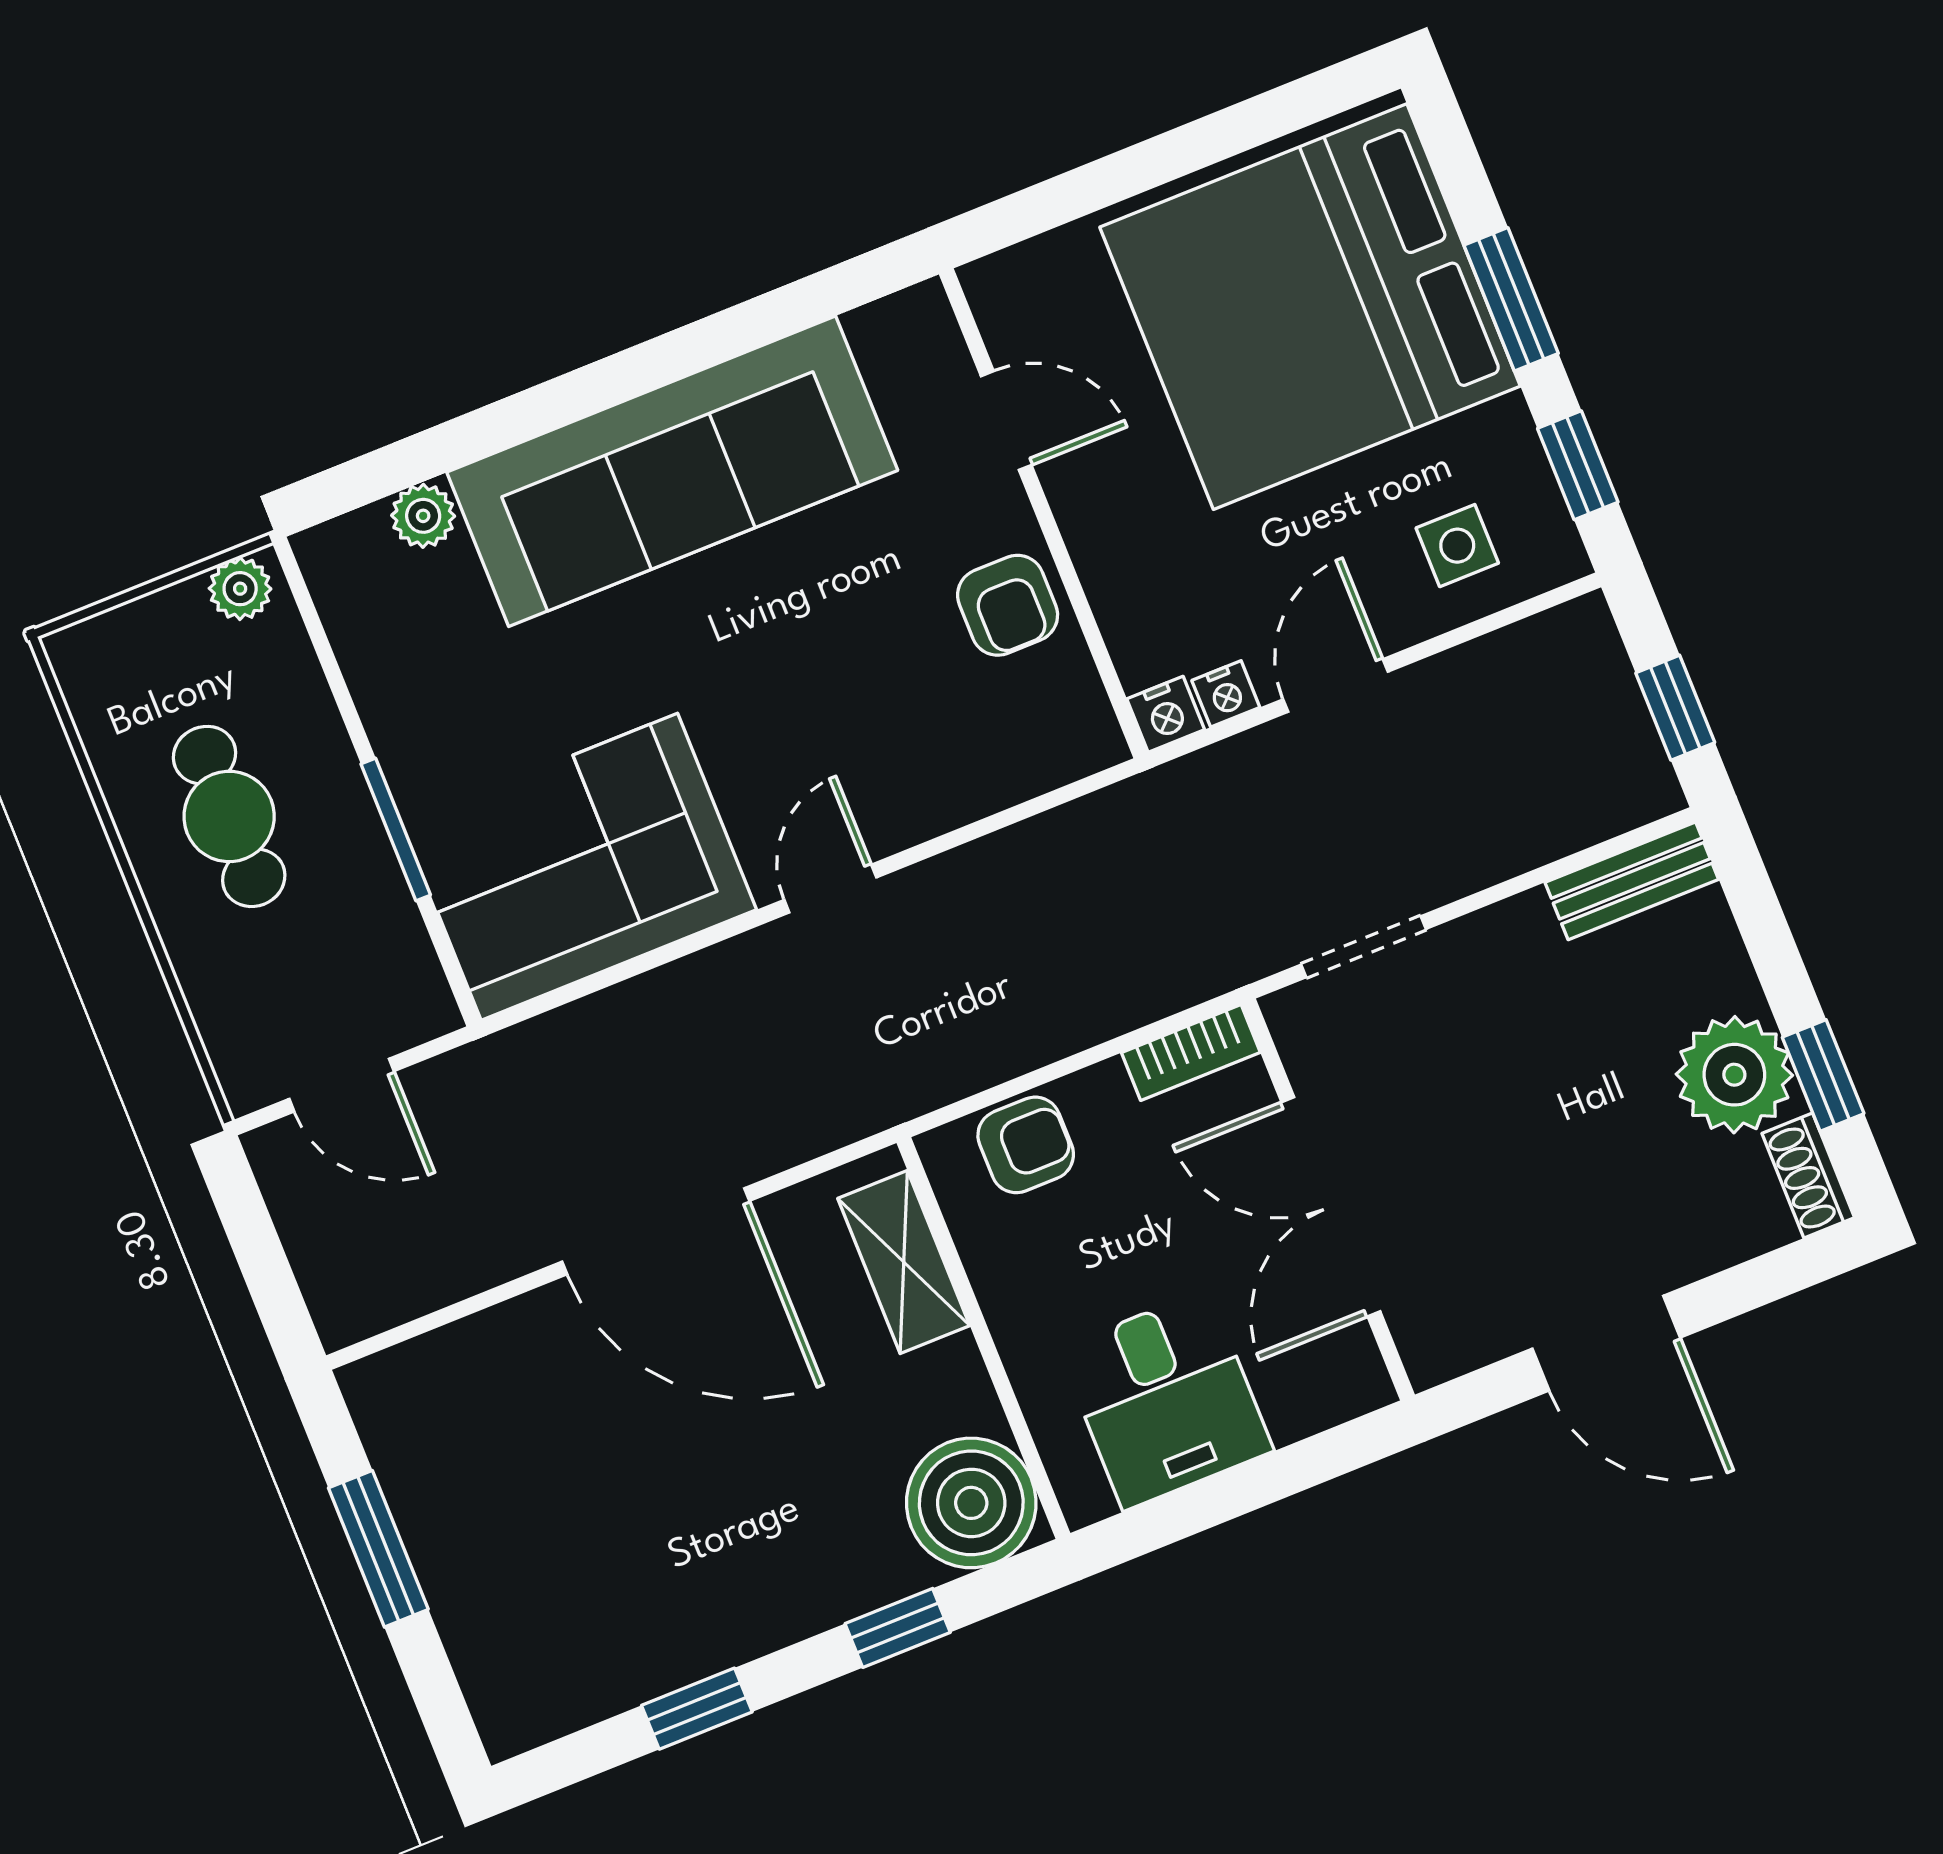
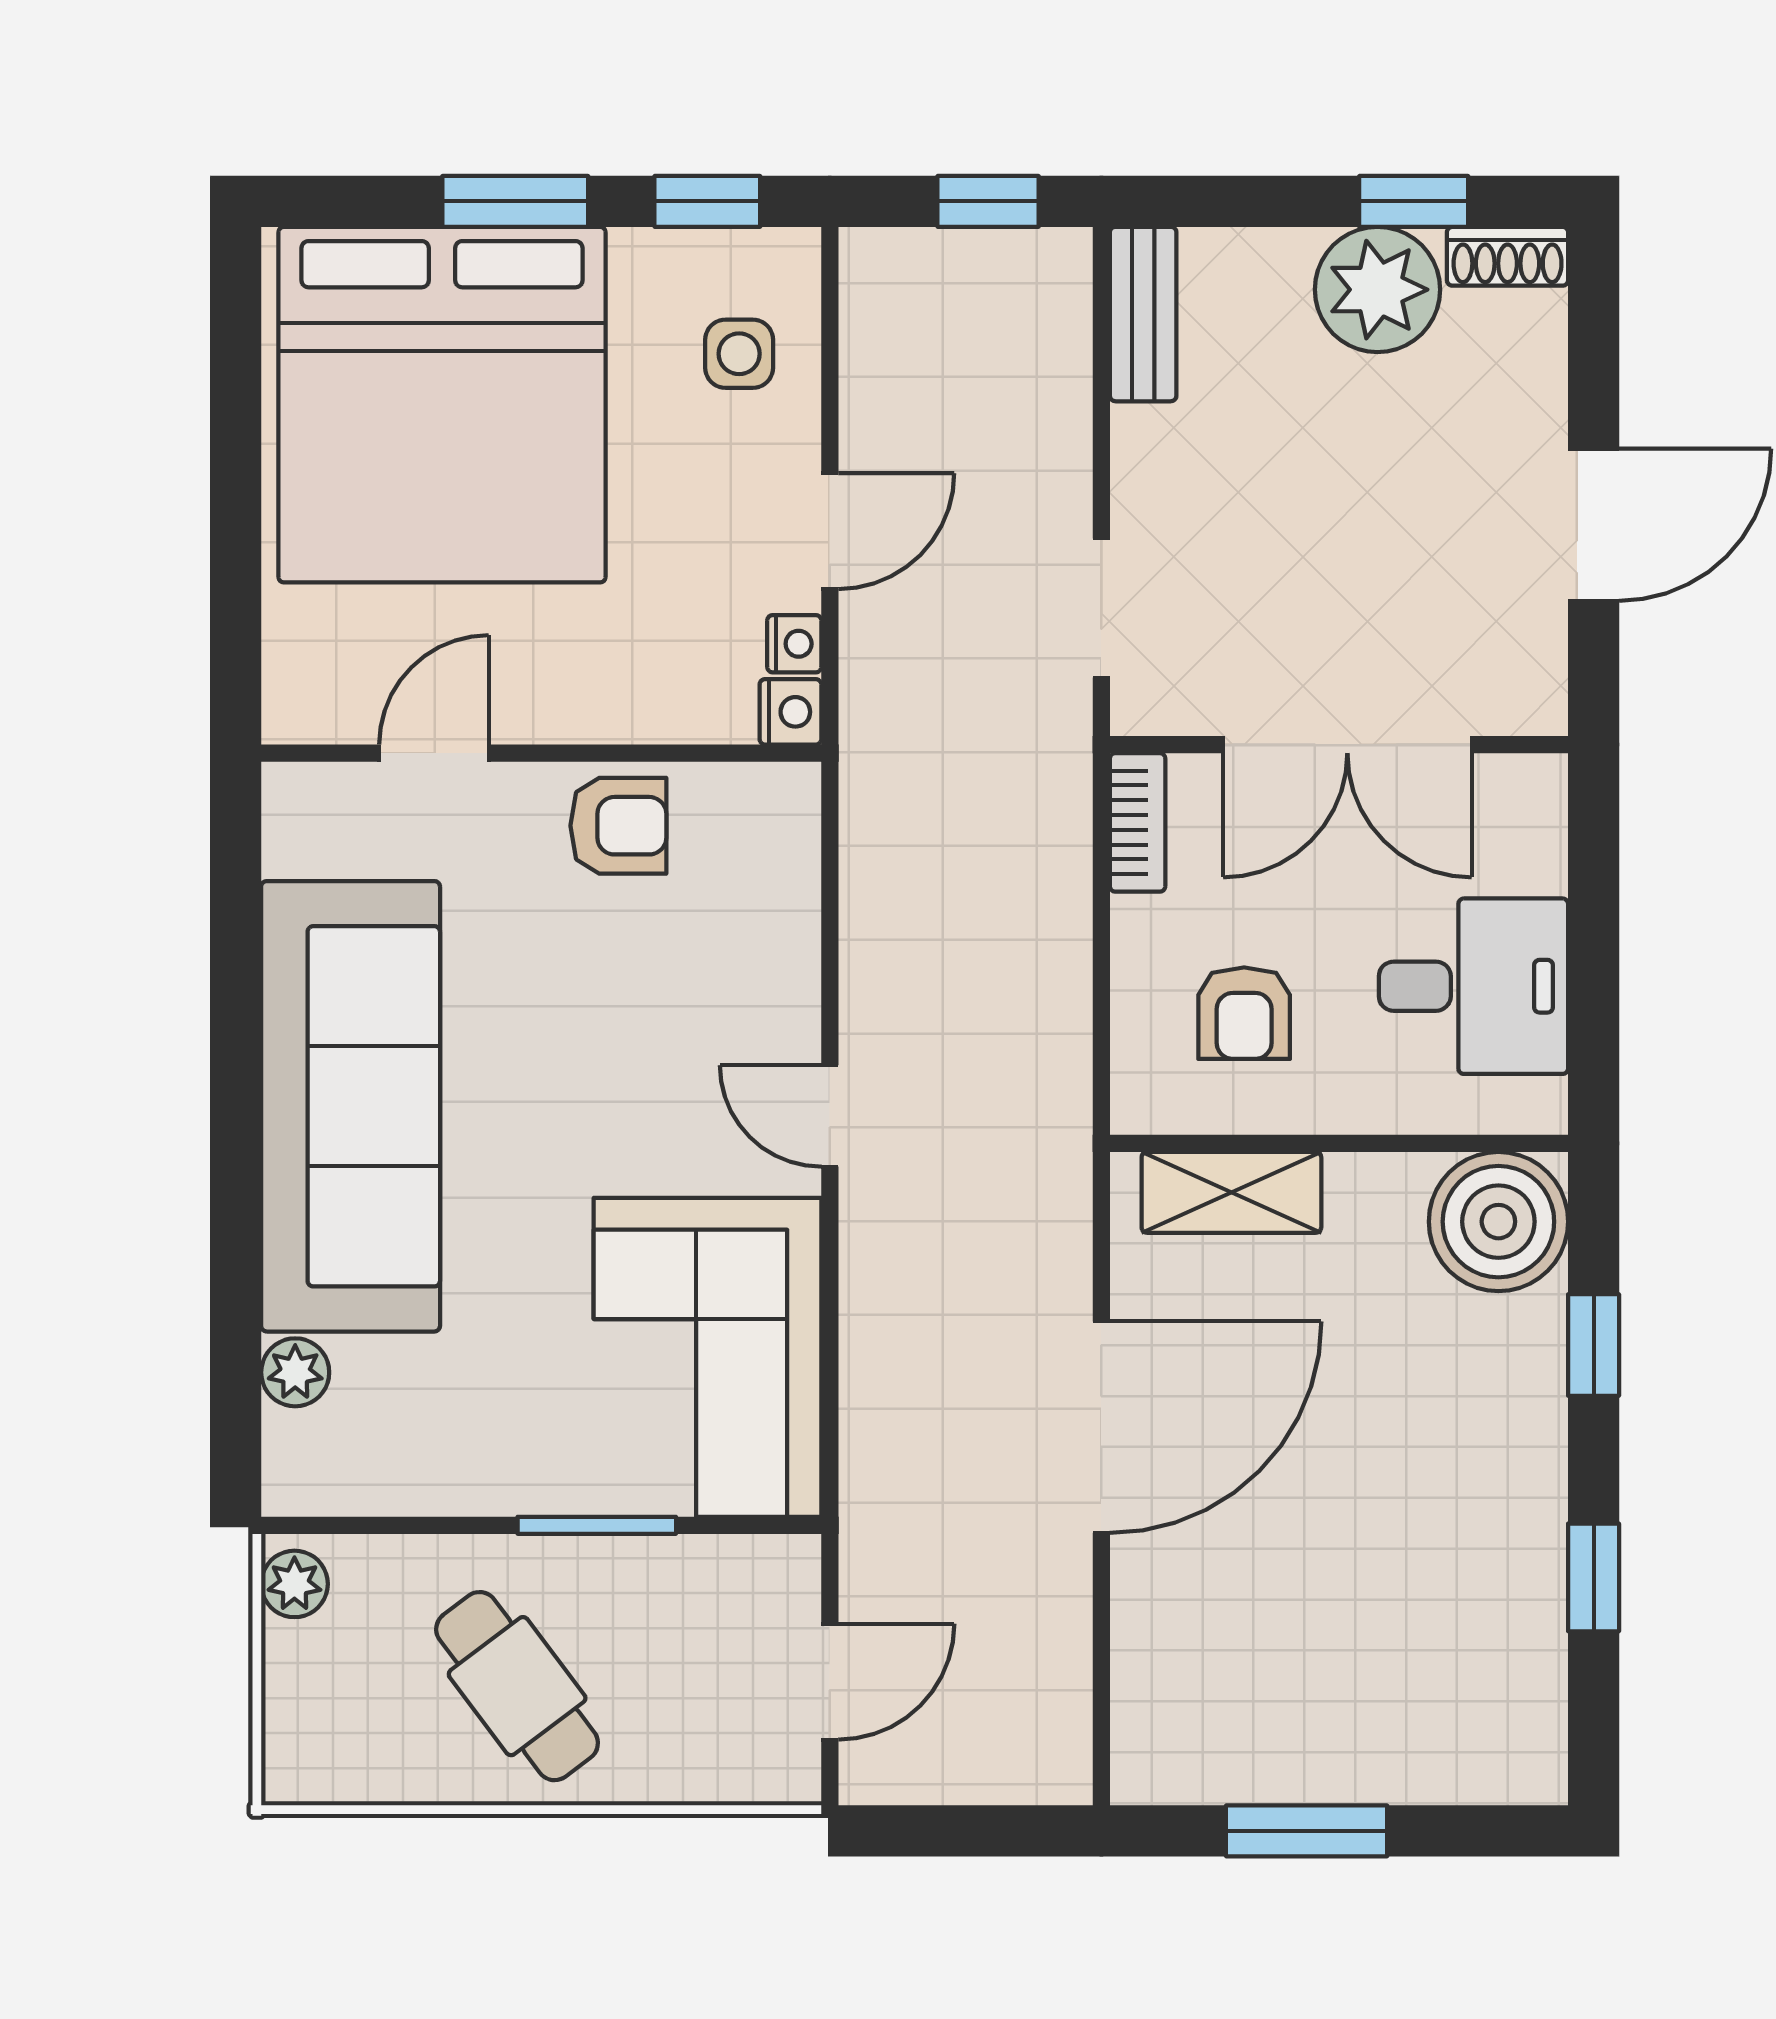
door: (1336, 685) -> (830, 531), swing flipped
cafe table: (229, 816) -> (517, 1686), turned 53
armchair: (1026, 1145) -> (1244, 1013), moved, turned 180

